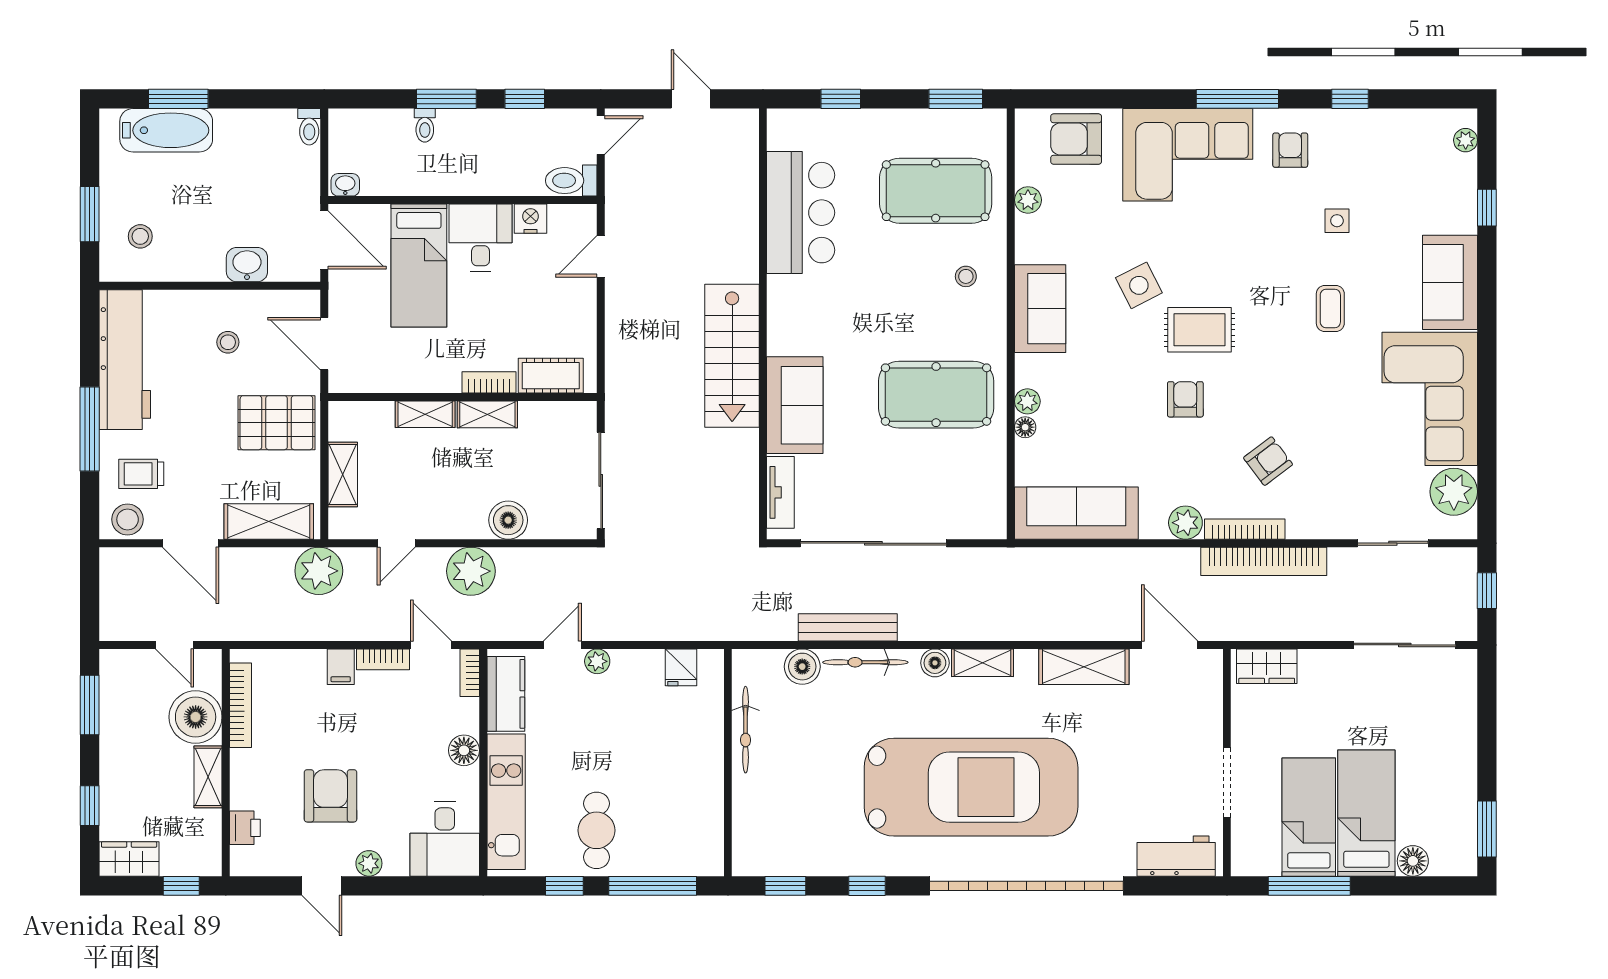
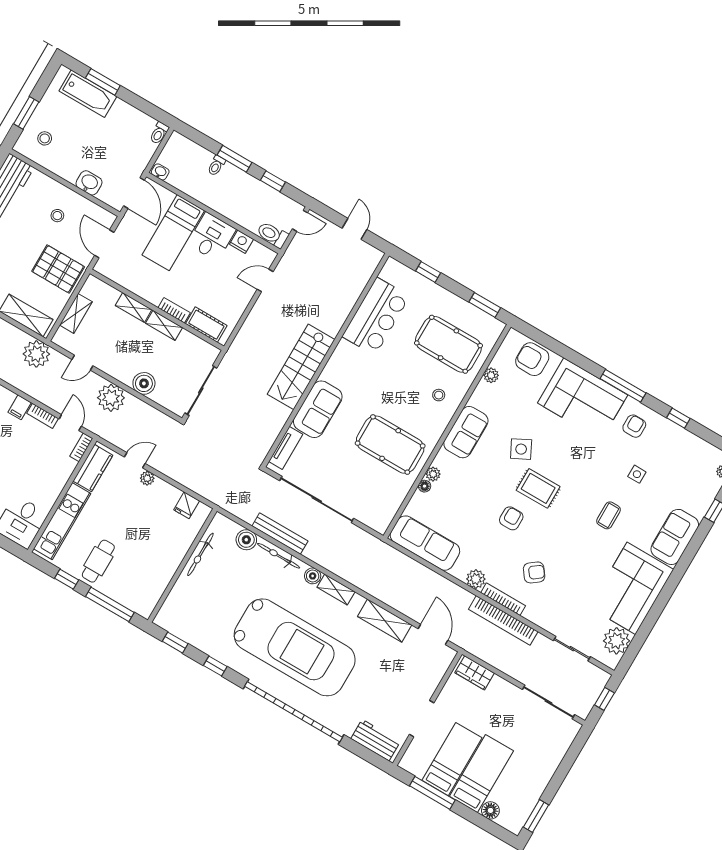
floor lamp: (464, 750) -> (56, 484), removed

